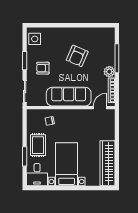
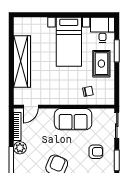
sofa: (69, 97) -> (73, 119), width x0.73
wardrobe: (107, 163) -> (22, 62), moved

